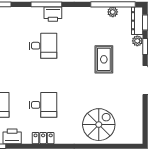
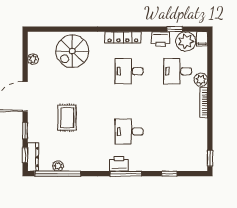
plant: (137, 41) -> (33, 59), moved
locker: (43, 138) -> (123, 37), width x1.53

